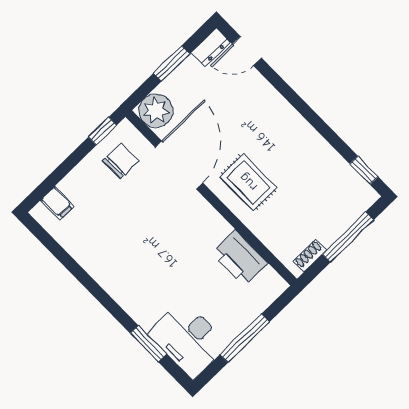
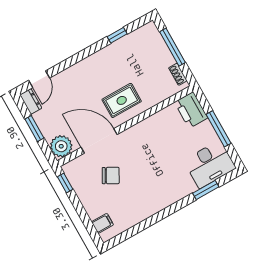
chair: (121, 161) -> (111, 176), moved, turned 119
window: (364, 170) -> (117, 35), moved
printer: (240, 258) -> (191, 110), moved, turned 90

